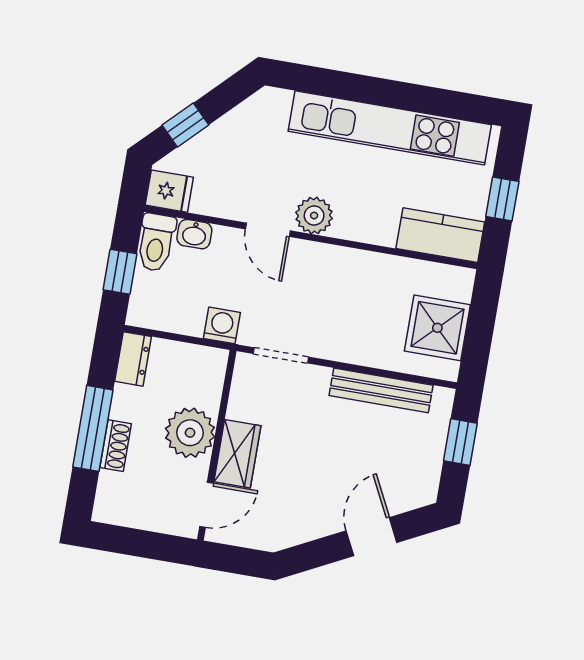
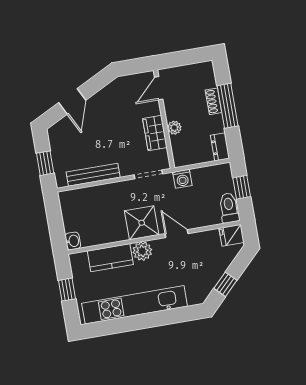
window: (185, 125) -> (225, 284), moved
plant: (314, 216) -> (142, 251), moved
washbasin: (194, 234) -> (73, 241), moved, turned 90
kitchen counter: (440, 235) -> (110, 258), moved
shower: (437, 328) -> (142, 223), moved
plant: (190, 433) -> (174, 128), width x0.53, depth x0.53
wardrobe: (237, 454) -> (155, 133), moved

